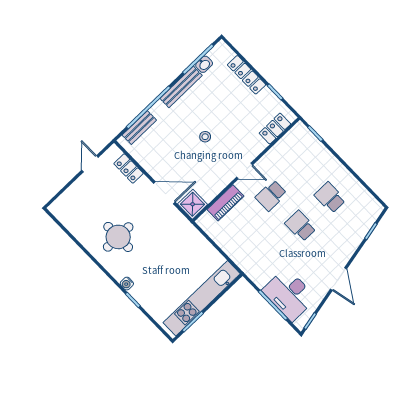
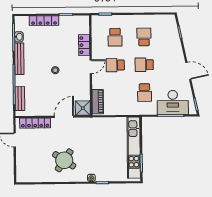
locker: (275, 129) -> (84, 45), moved
school desk: (300, 167) -> (115, 37), added
locker: (129, 168) -> (35, 123), width x1.53
school desk: (271, 195) -> (115, 65), turned 90
school desk: (330, 198) -> (144, 37), turned 90
piano: (225, 203) -> (98, 102), moved
round table: (118, 237) -> (64, 160), turned 34
school desk: (271, 254) -> (145, 93), added

